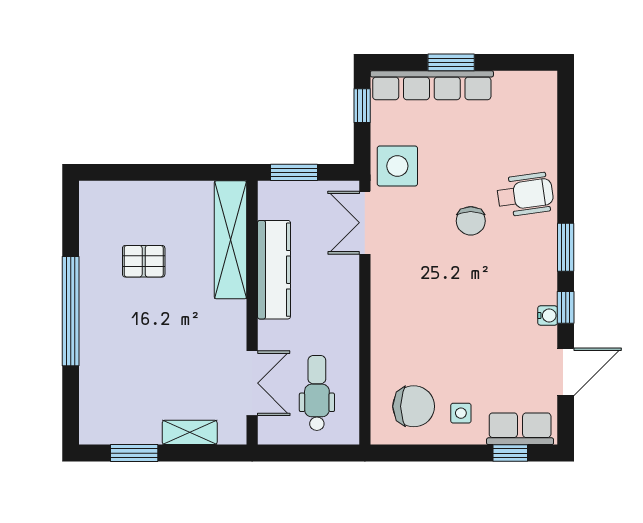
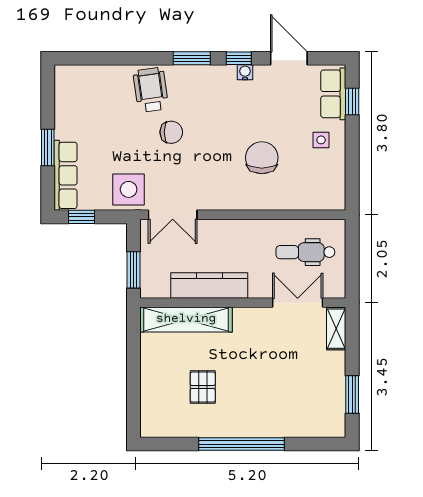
row of seats: (432, 85) -> (66, 175), width x0.73
chair: (414, 406) -> (262, 158), moved
shelving: (190, 432) -> (336, 329), moved

